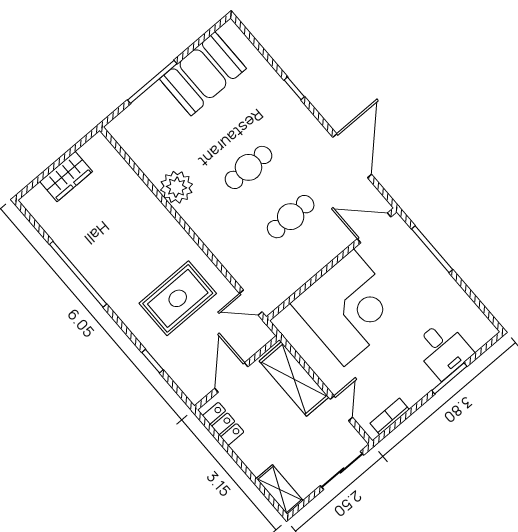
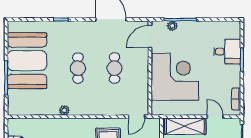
booth: (203, 74) -> (27, 61), width x1.36, depth x1.42
plant: (176, 187) -> (64, 110), width x0.53, depth x0.53
plant: (414, 246) -> (172, 26), added

